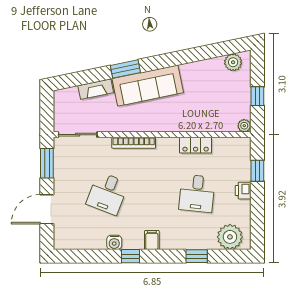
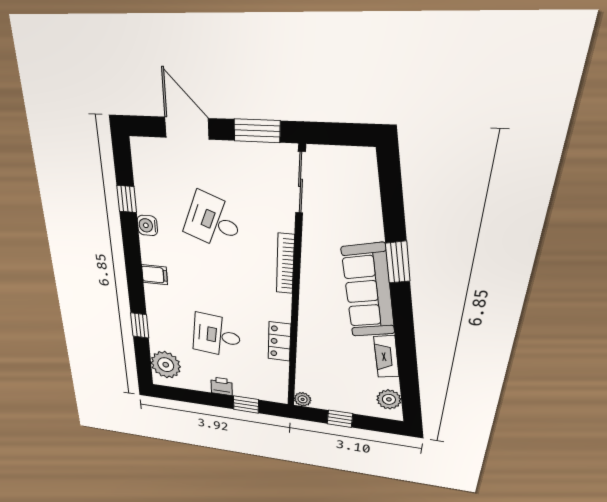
fireplace: (96, 89) -> (386, 357), moved
window: (130, 256) -> (127, 199), moved

